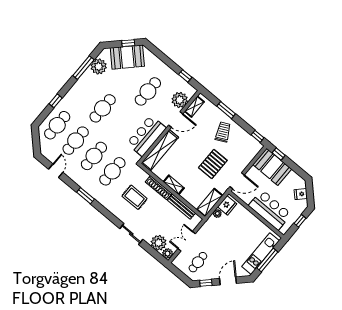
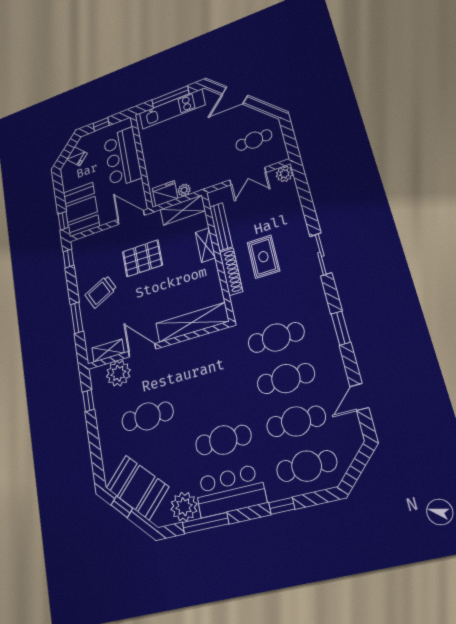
bar counter: (146, 136) -> (230, 491), moved, turned 180
shelving: (174, 185) -> (205, 245), moved
rug: (135, 197) -> (263, 257), moved
sliding door: (131, 234) -> (321, 254), moved
plant: (159, 243) -> (286, 196), removed
window: (206, 283) -> (264, 107), removed

